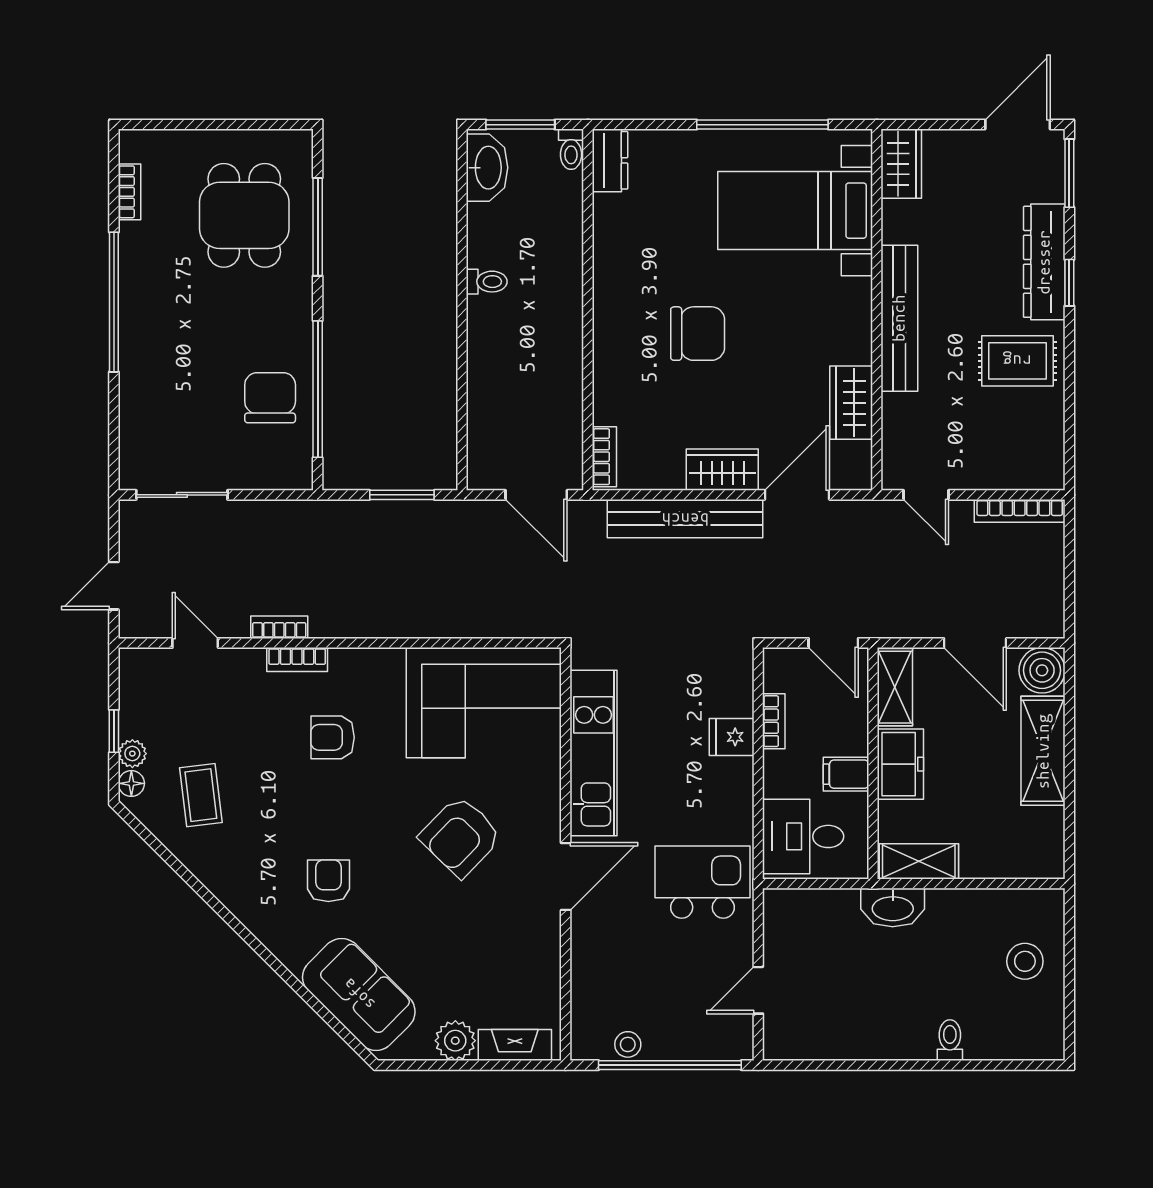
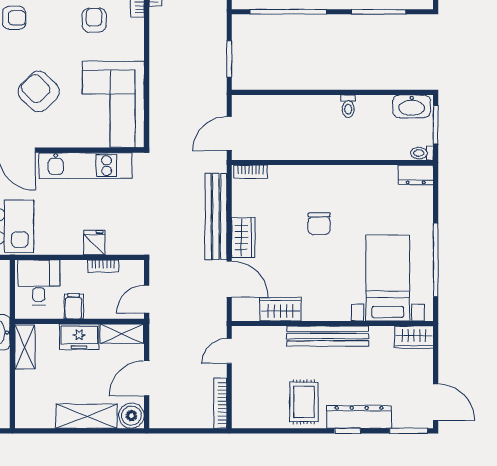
chair: (698, 334) -> (319, 224), width x0.73, depth x0.73

